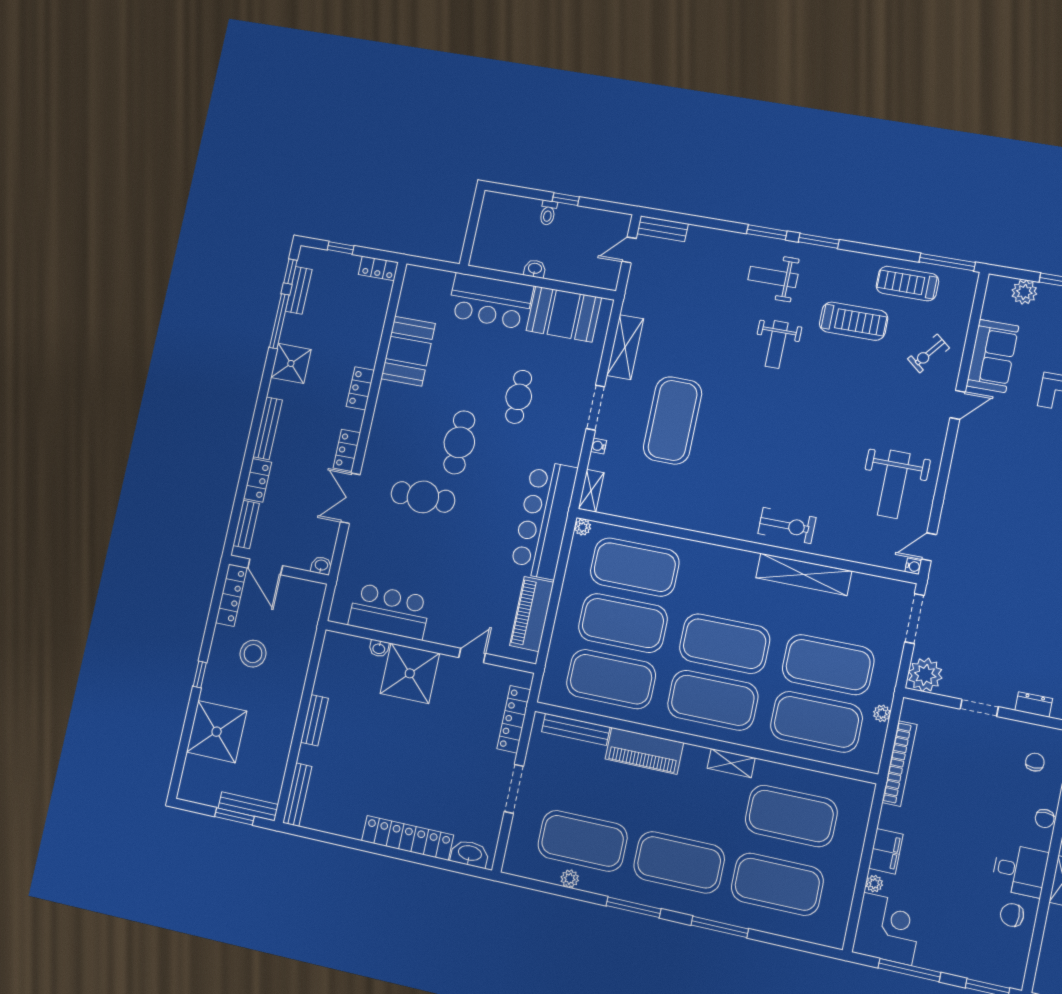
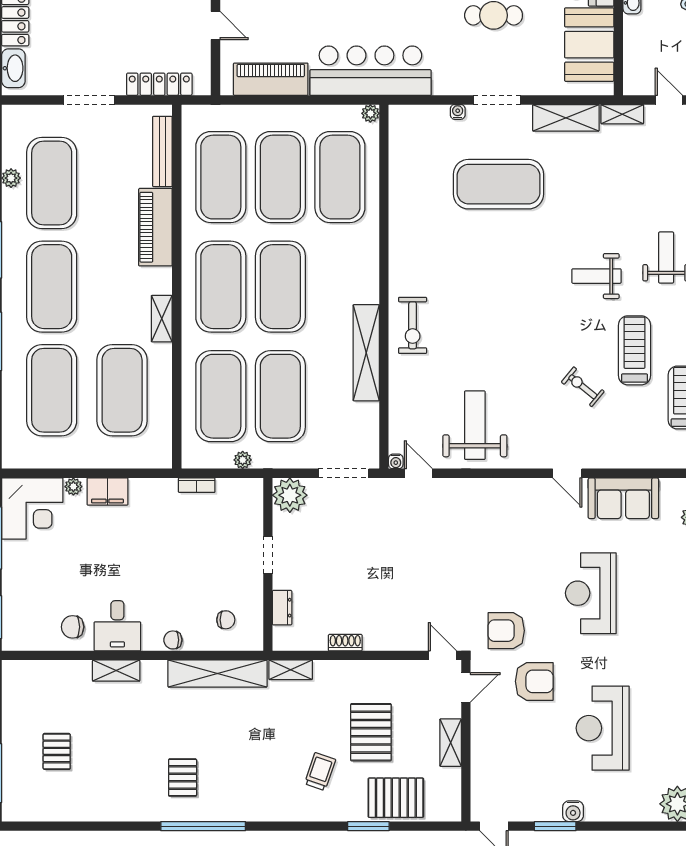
treadmill: (854, 321) -> (635, 350), turned 180
exercise bike: (928, 353) -> (583, 387), moved
weight bench: (894, 484) -> (475, 425), turned 90
shelving: (591, 491) -> (622, 114), moved
bookcase: (899, 763) -> (197, 485), width x0.43, depth x0.76
chair: (1012, 915) -> (73, 627), turned -90

